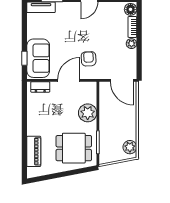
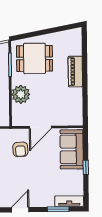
window: (24, 58) -> (86, 167), moved
dresser: (40, 87) -> (69, 120), removed
piano: (34, 151) -> (75, 72), moved

